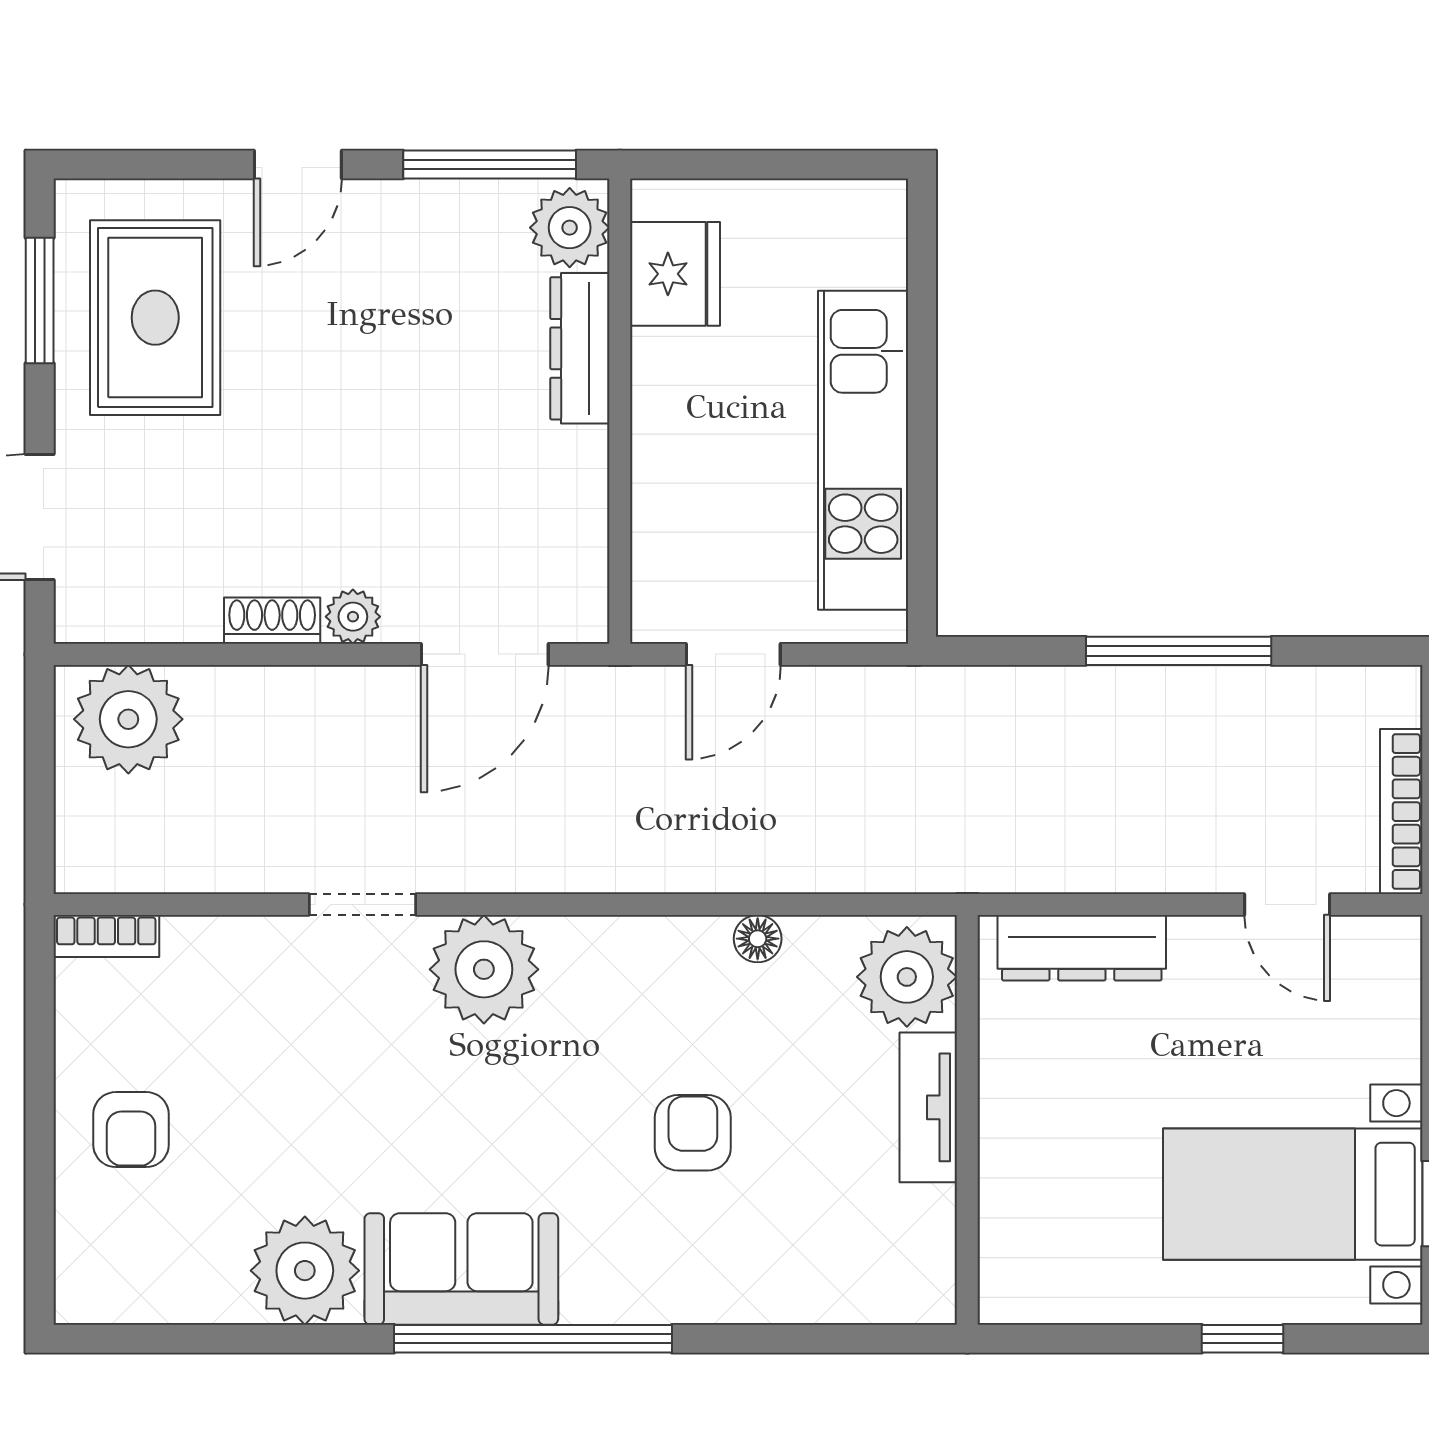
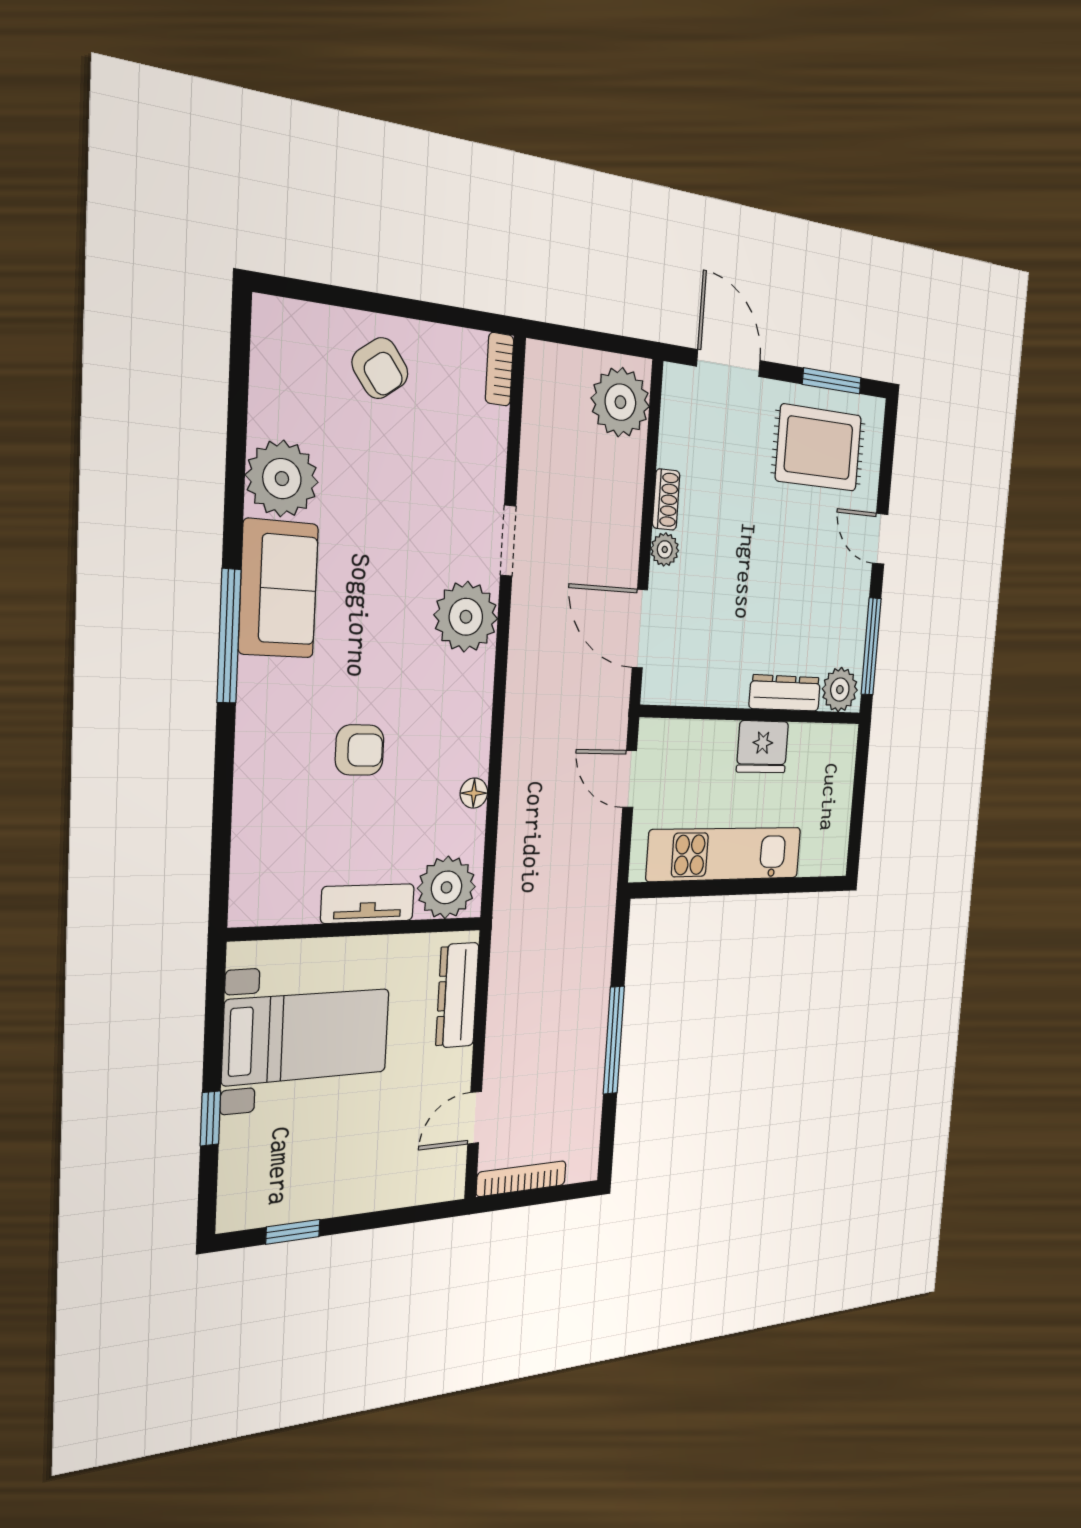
fridge: (675, 274) -> (763, 747), moved
armchair: (131, 1130) -> (380, 368), turned -127
bed with nightstands: (1293, 1194) -> (307, 1036), moved, turned 90
window: (533, 1339) -> (229, 636), width x0.68

